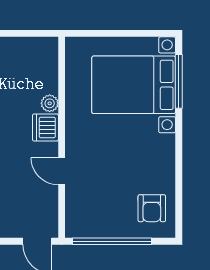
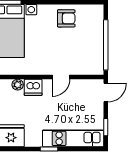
armchair: (152, 208) -> (66, 18), moved

